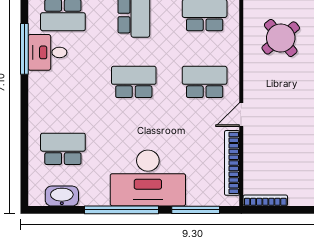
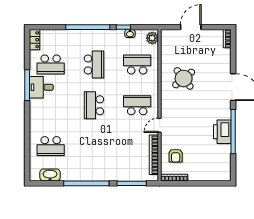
school desk: (134, 82) -> (94, 105), turned -90
school desk: (63, 149) -> (51, 146), turned 180
armchair: (268, 164) -> (176, 156), added
desk: (148, 178) -> (103, 164), removed

